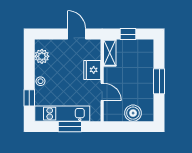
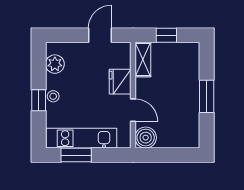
door: (77, 34) -> (100, 35), hinge flipped
window: (29, 98) -> (39, 100), moved
boiler: (133, 113) -> (146, 138), moved
window: (70, 127) -> (76, 155), moved

